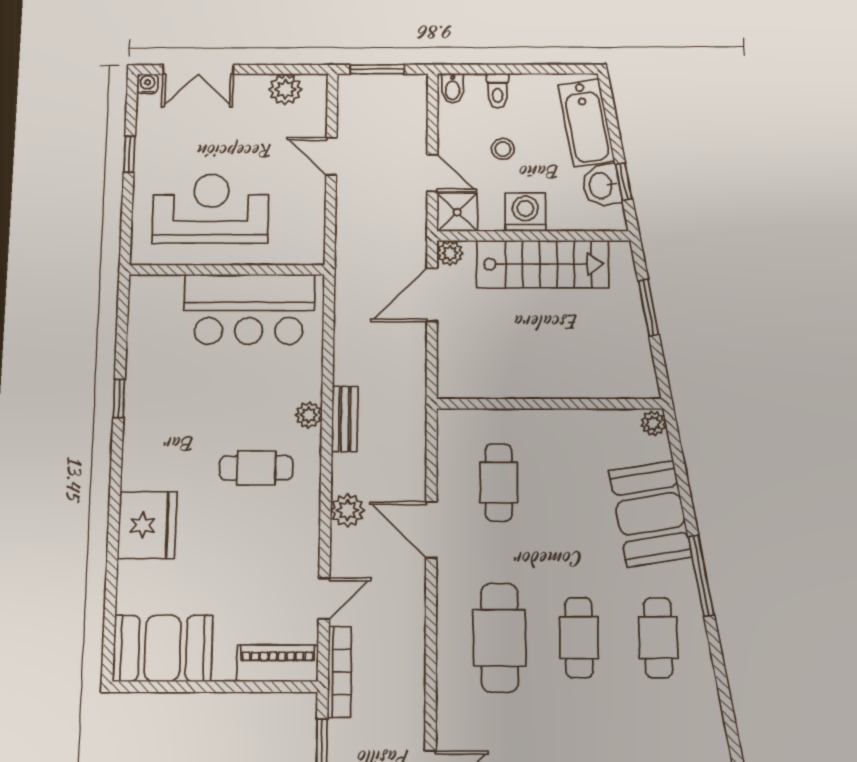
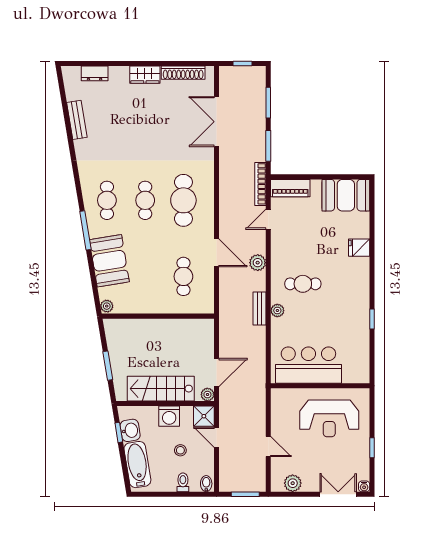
fridge: (147, 525) -> (359, 248), width x0.53, depth x0.75

